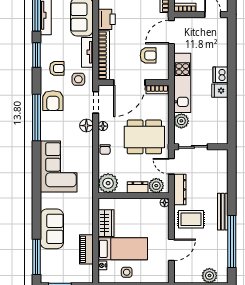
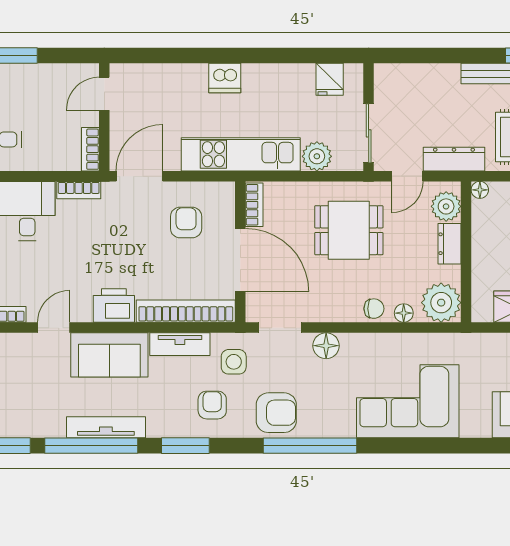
door: (171, 32) -> (140, 176), swing flipped
fridge: (220, 91) -> (330, 79), moved
floor lamp: (103, 126) -> (404, 313), moved
dining table: (144, 137) -> (349, 230), width x0.73

